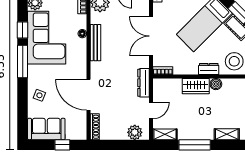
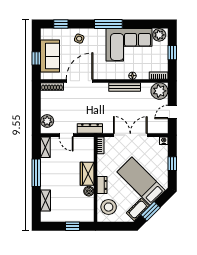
window: (23, 30) -> (61, 24), moved
sofa: (46, 129) -> (50, 56), moved

